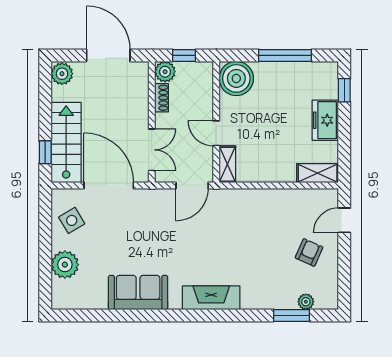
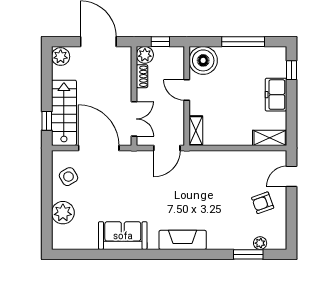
door: (216, 133) -> (187, 90), moved
armchair: (309, 252) -> (263, 203), turned -134

